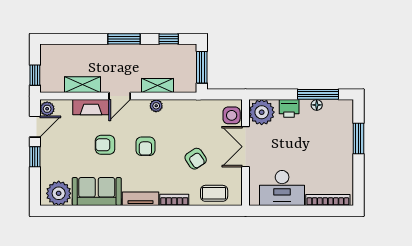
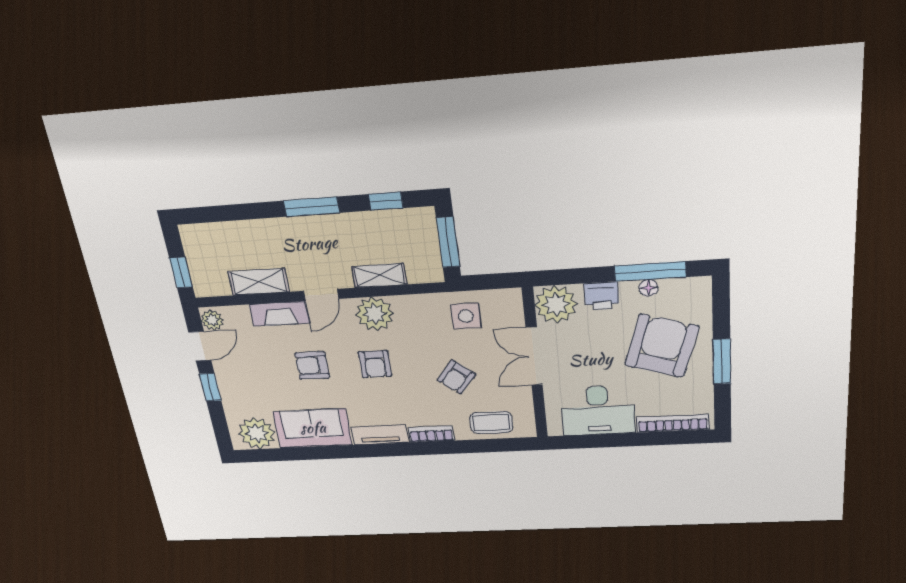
plant: (156, 106) -> (375, 314), width x1.88, depth x1.88
side table: (232, 115) -> (466, 316), moved
window: (358, 139) -> (722, 362), moved
armchair: (323, 144) -> (662, 346), added
armchair: (196, 159) -> (456, 377), turned 73

